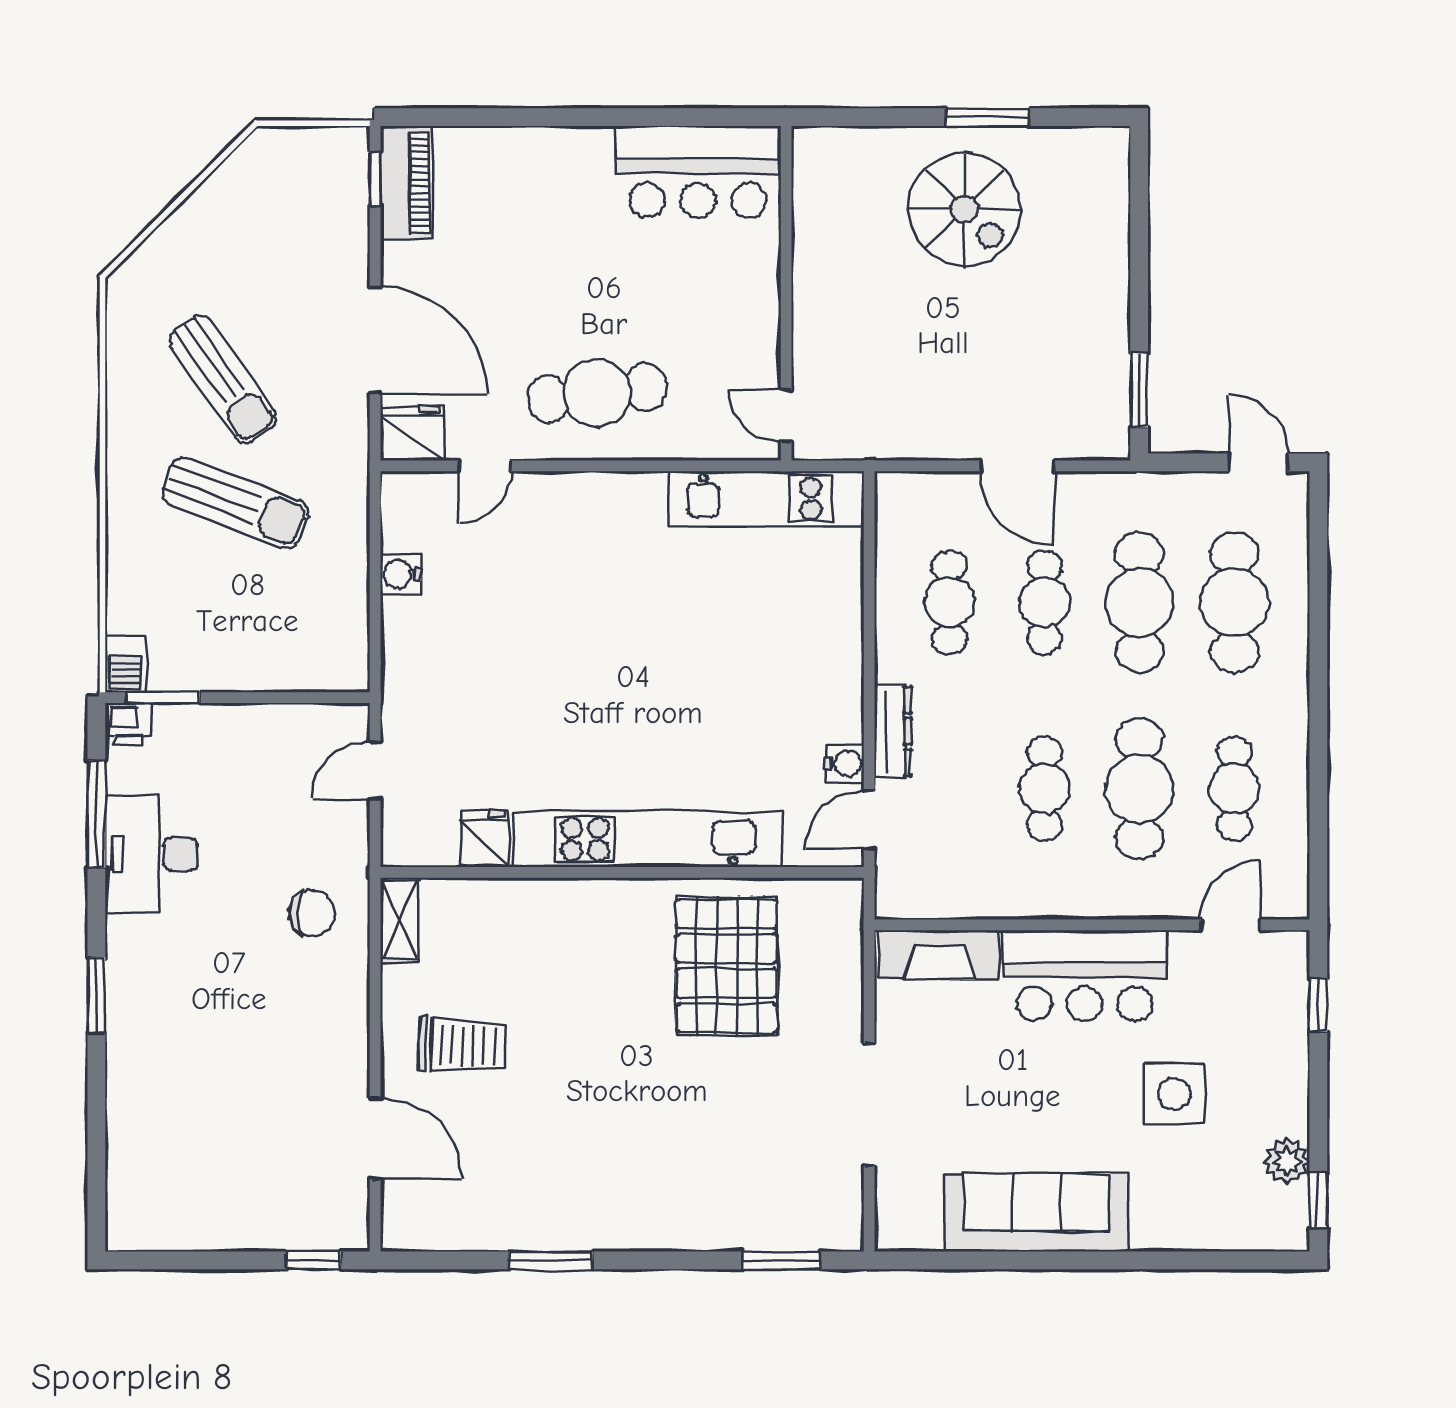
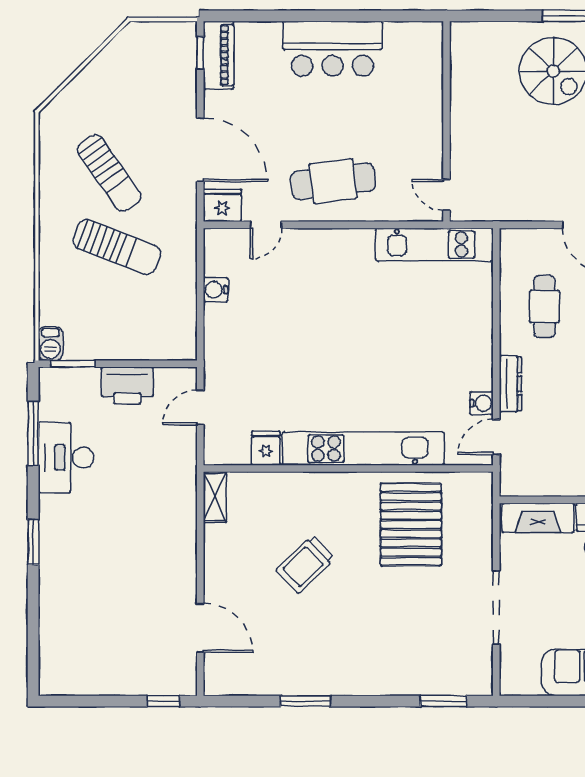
bar counter: (698, 172) -> (332, 49), moved
printer: (128, 724) -> (127, 385), moved, width x1.87, depth x1.48
chair: (312, 913) -> (162, 493), removed
trolley: (462, 1045) -> (306, 564), moved, turned 134

